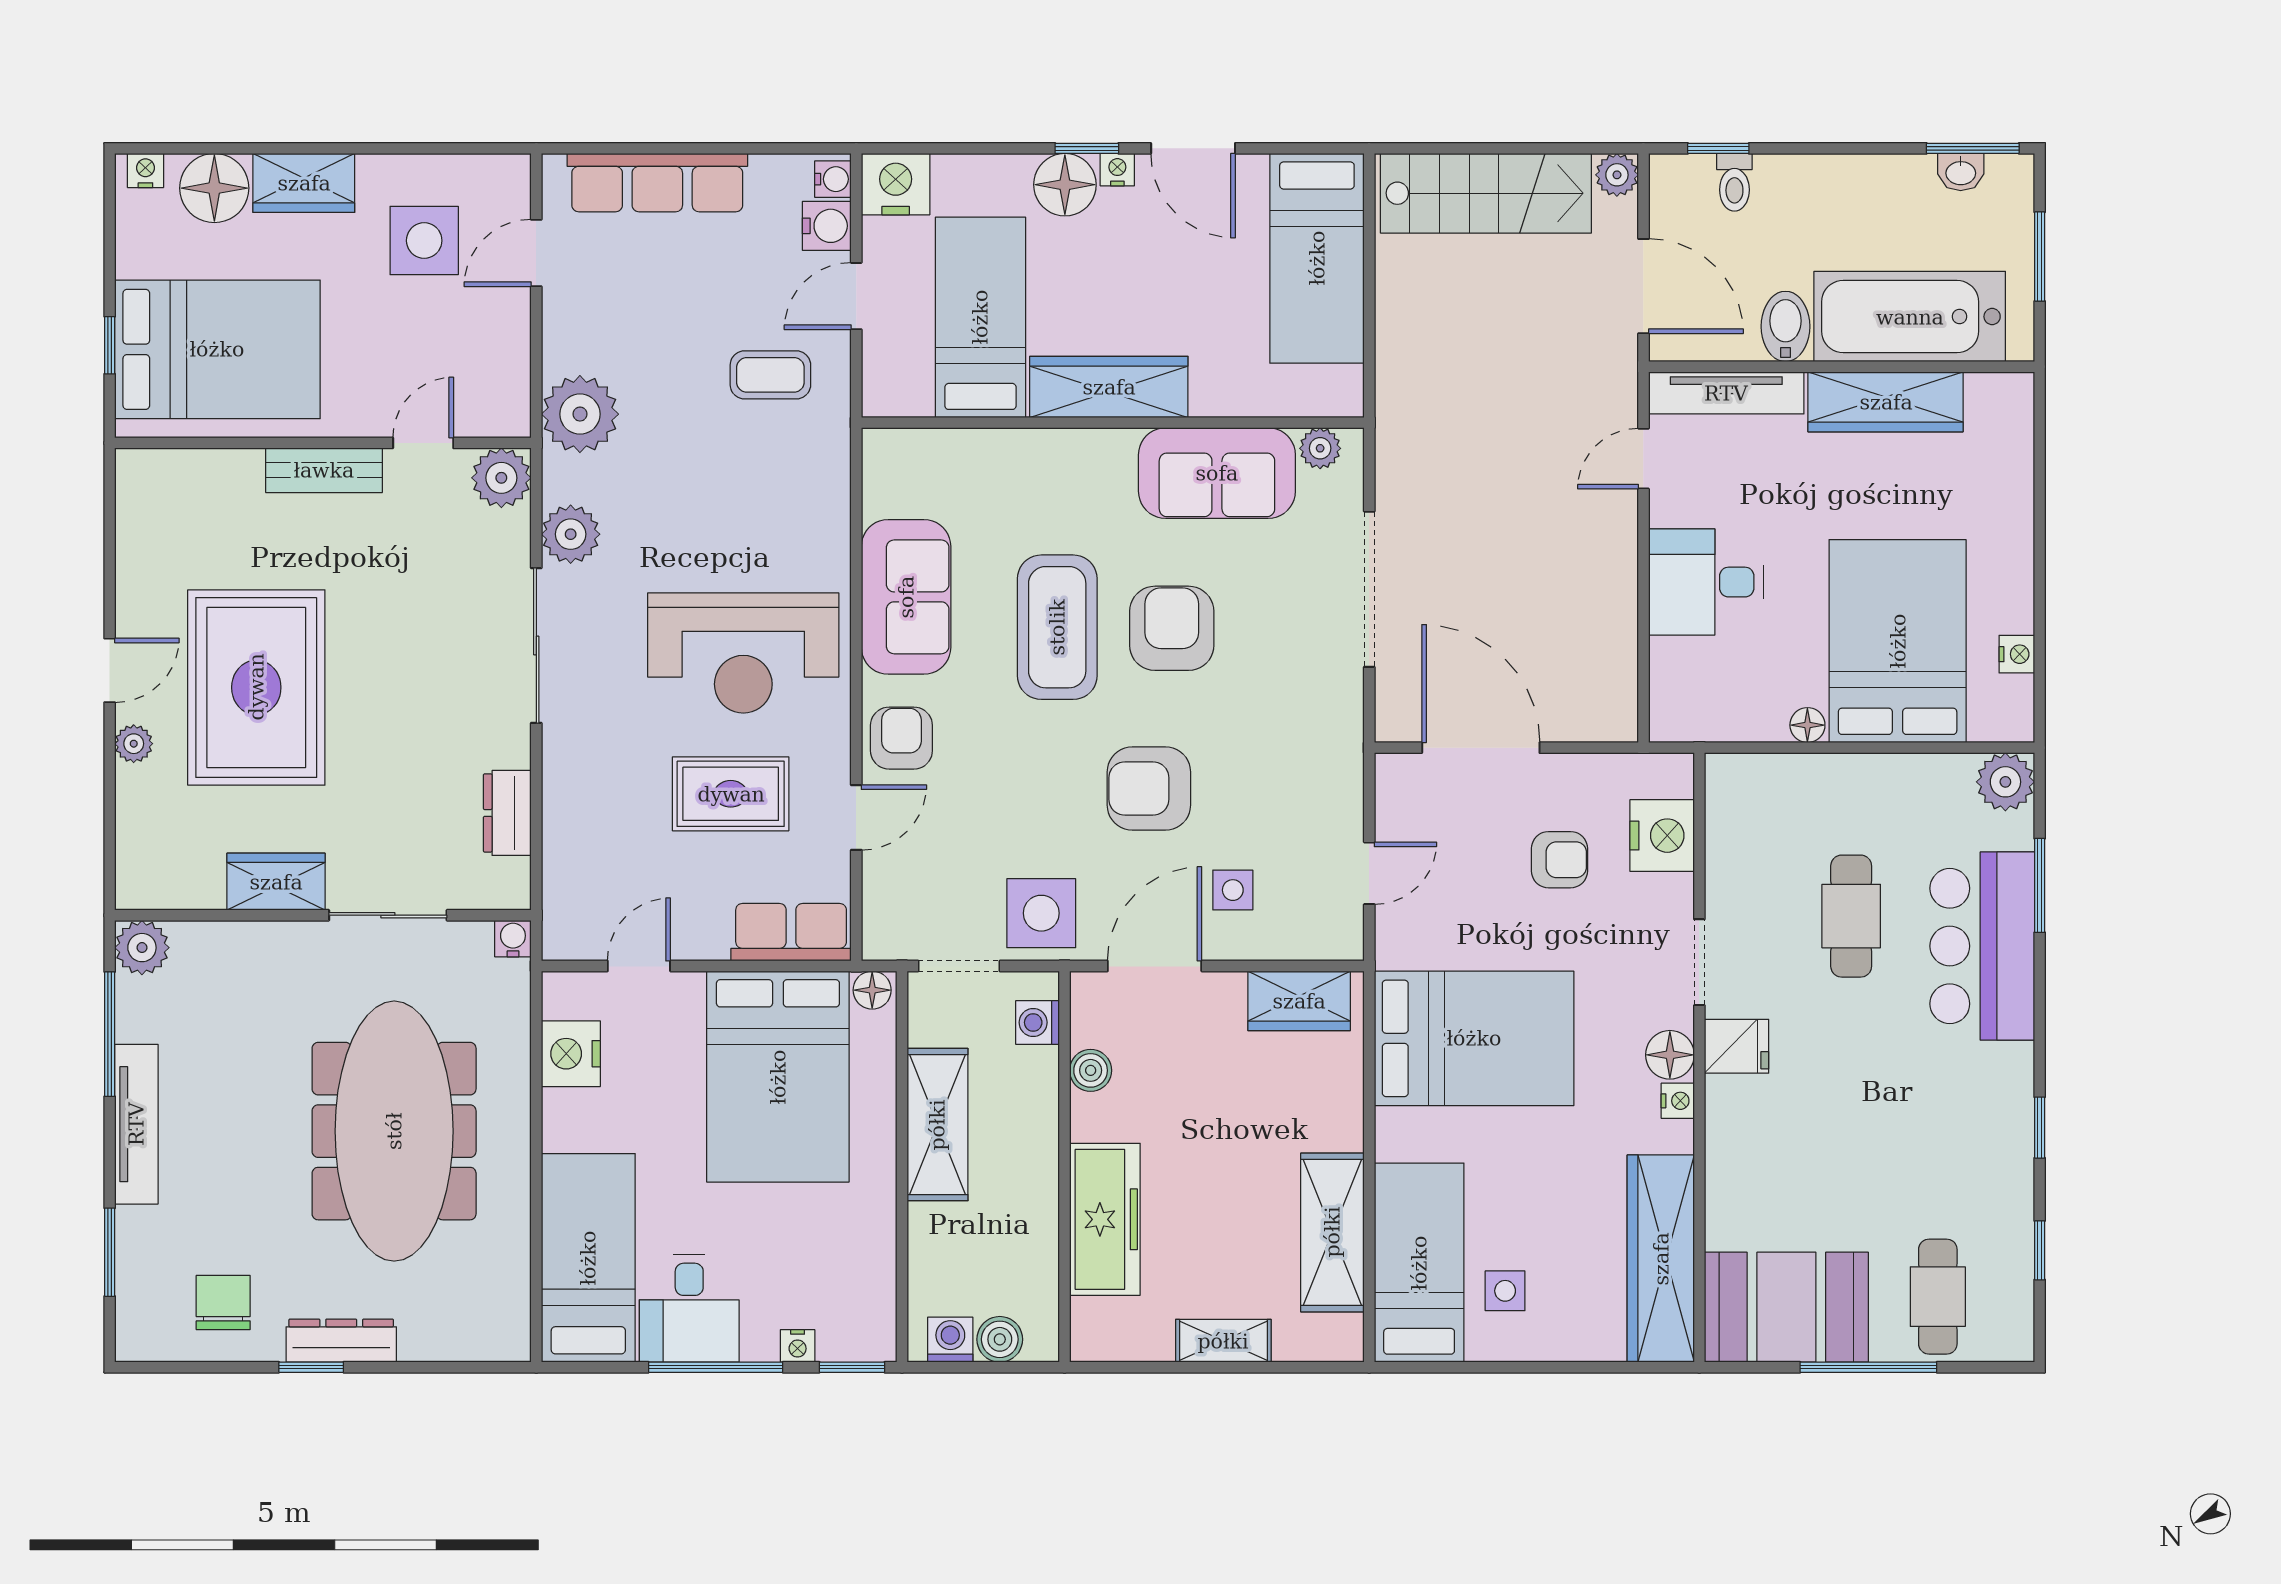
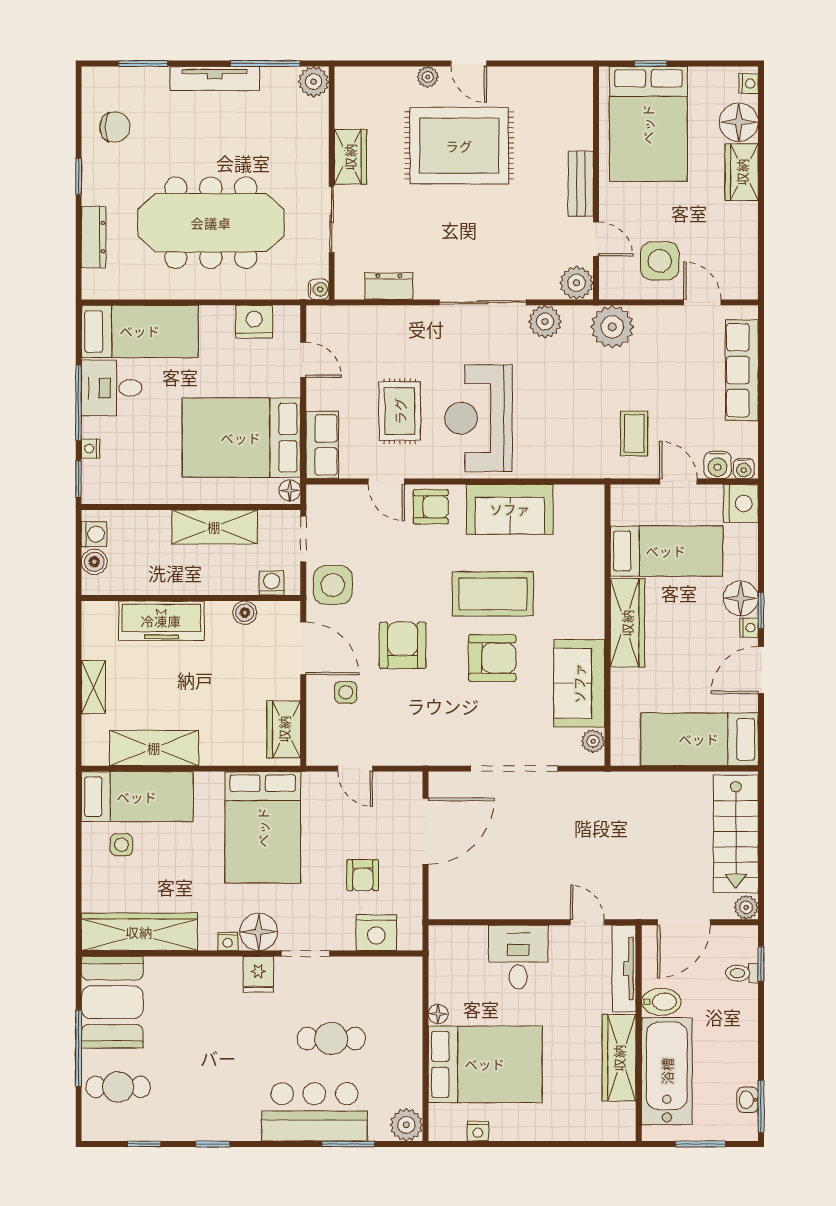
side table: (424, 241) -> (660, 261), moved
floor lamp: (1670, 1055) -> (259, 932), width x1.38, depth x1.38
dresser: (341, 1341) -> (94, 237), moved

